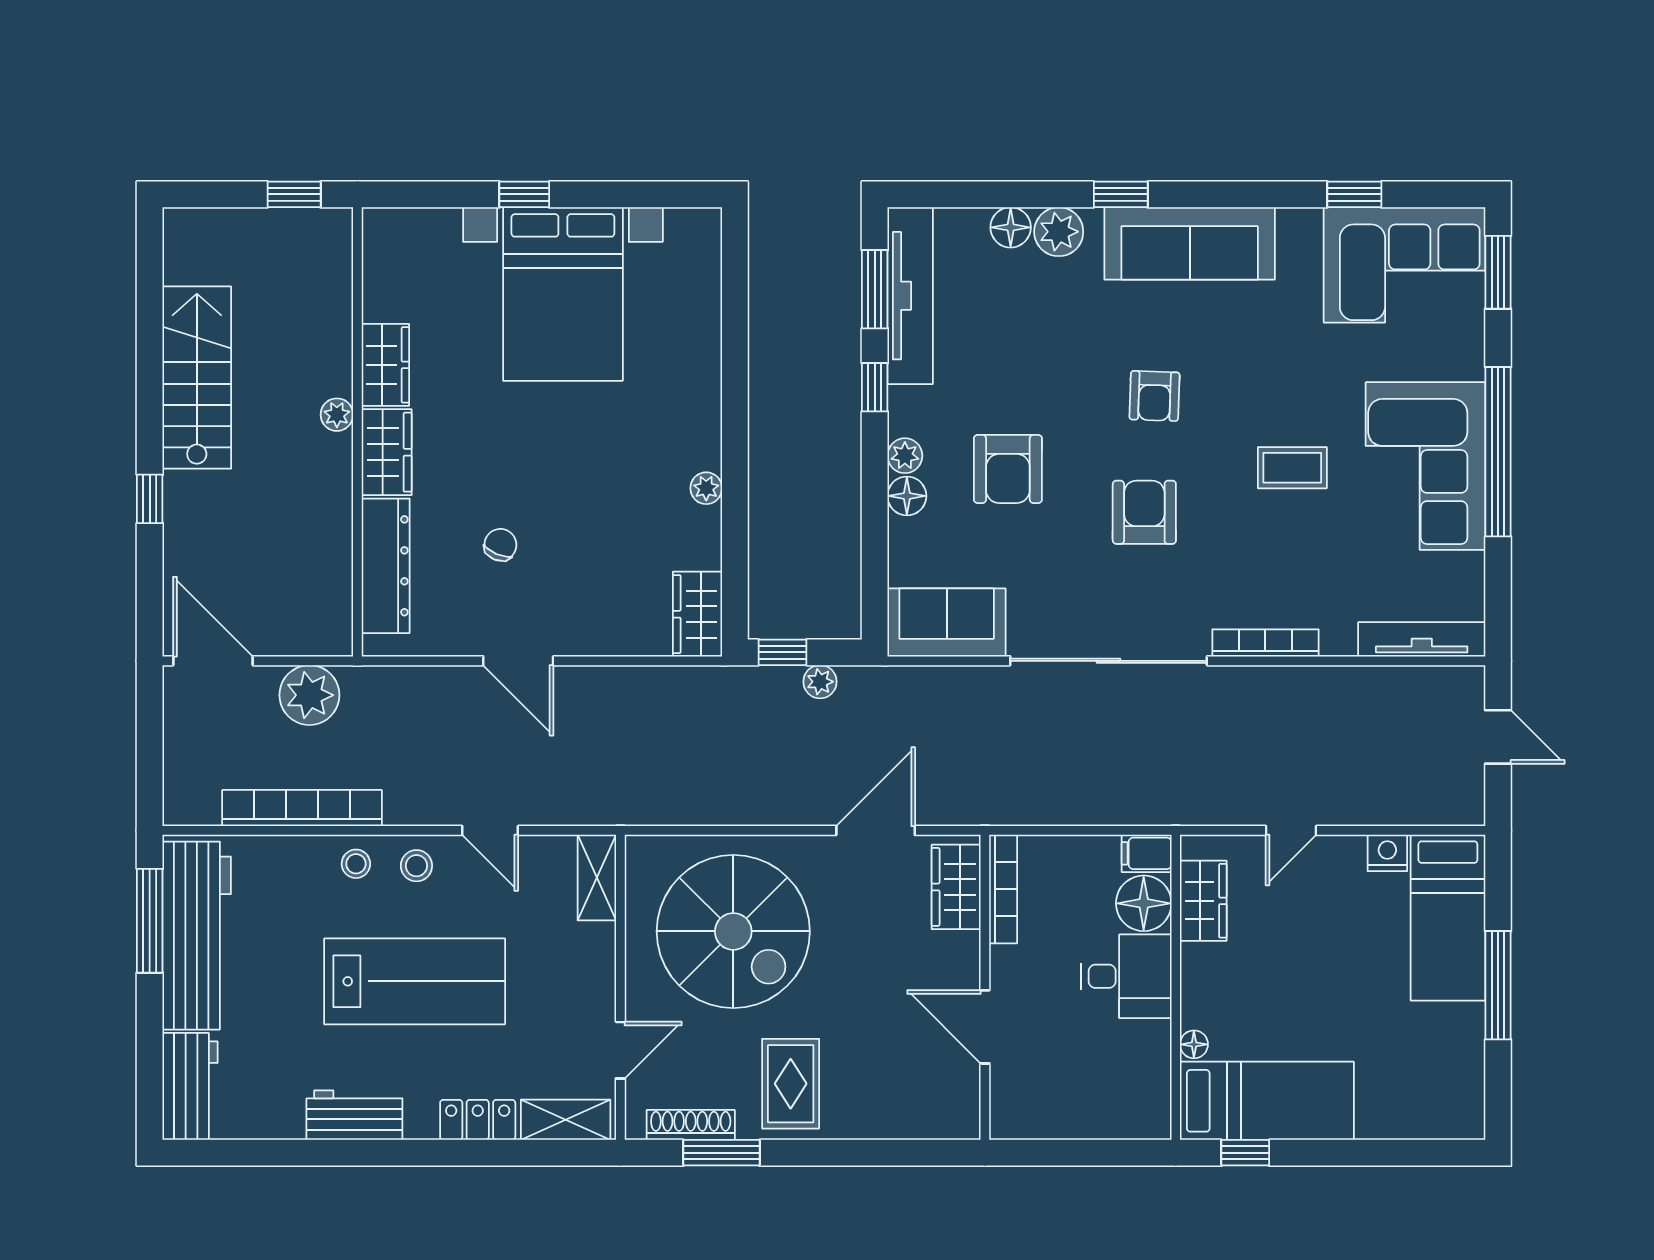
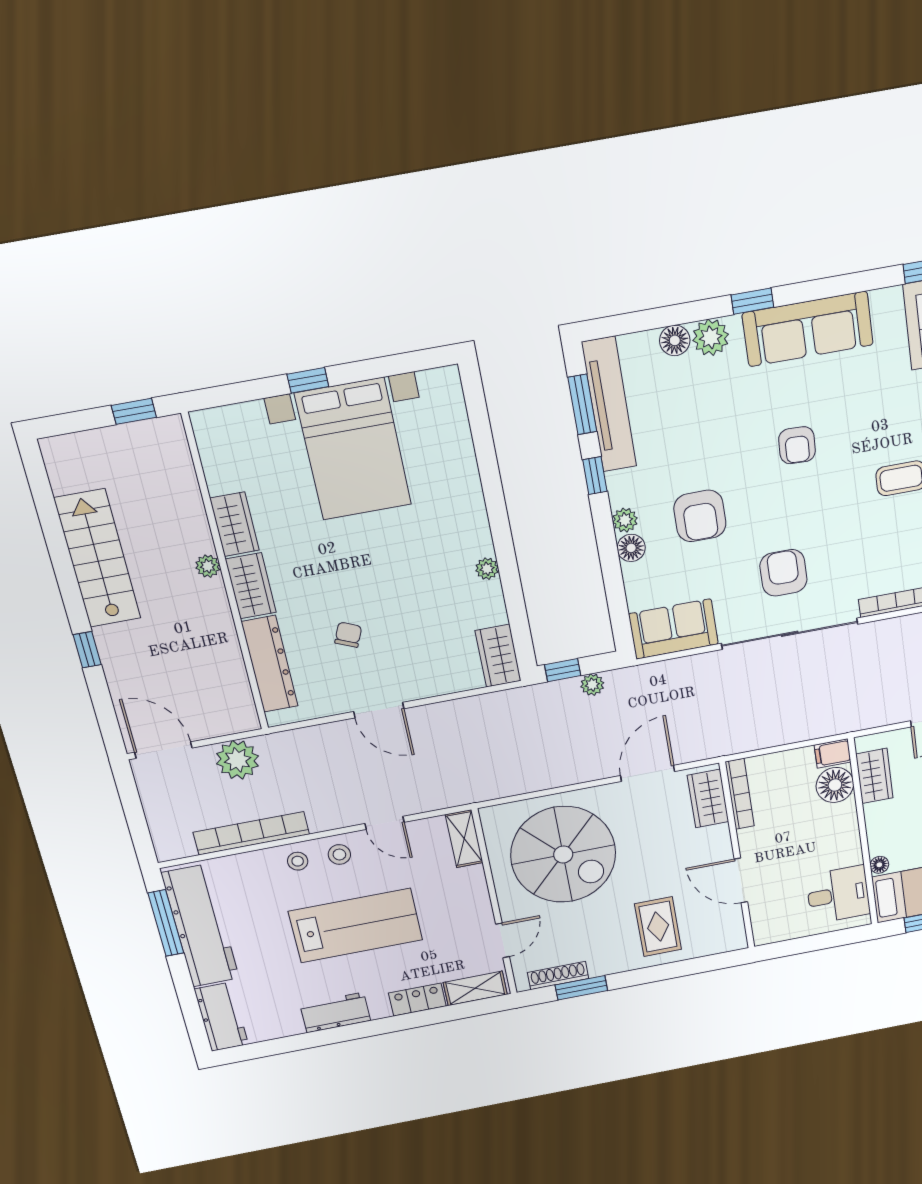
armchair: (1144, 512) -> (783, 573), moved
desk: (1126, 976) -> (838, 895), moved
rug: (791, 1084) -> (658, 927), moved

